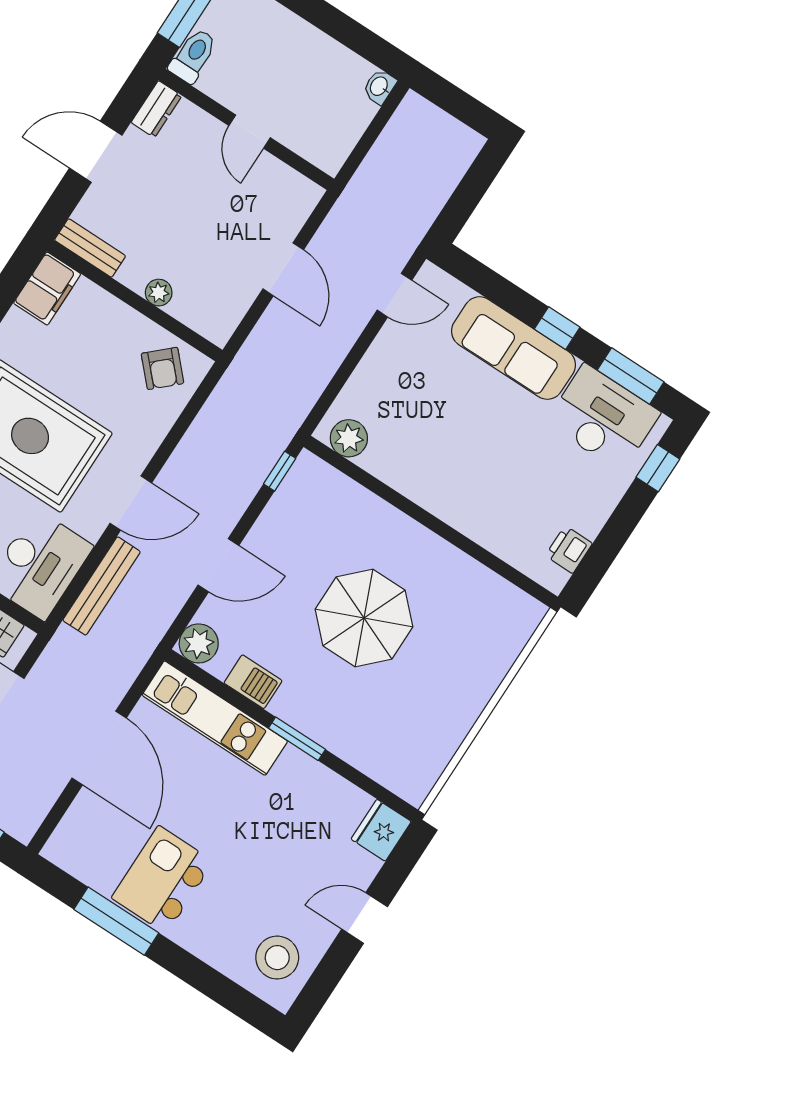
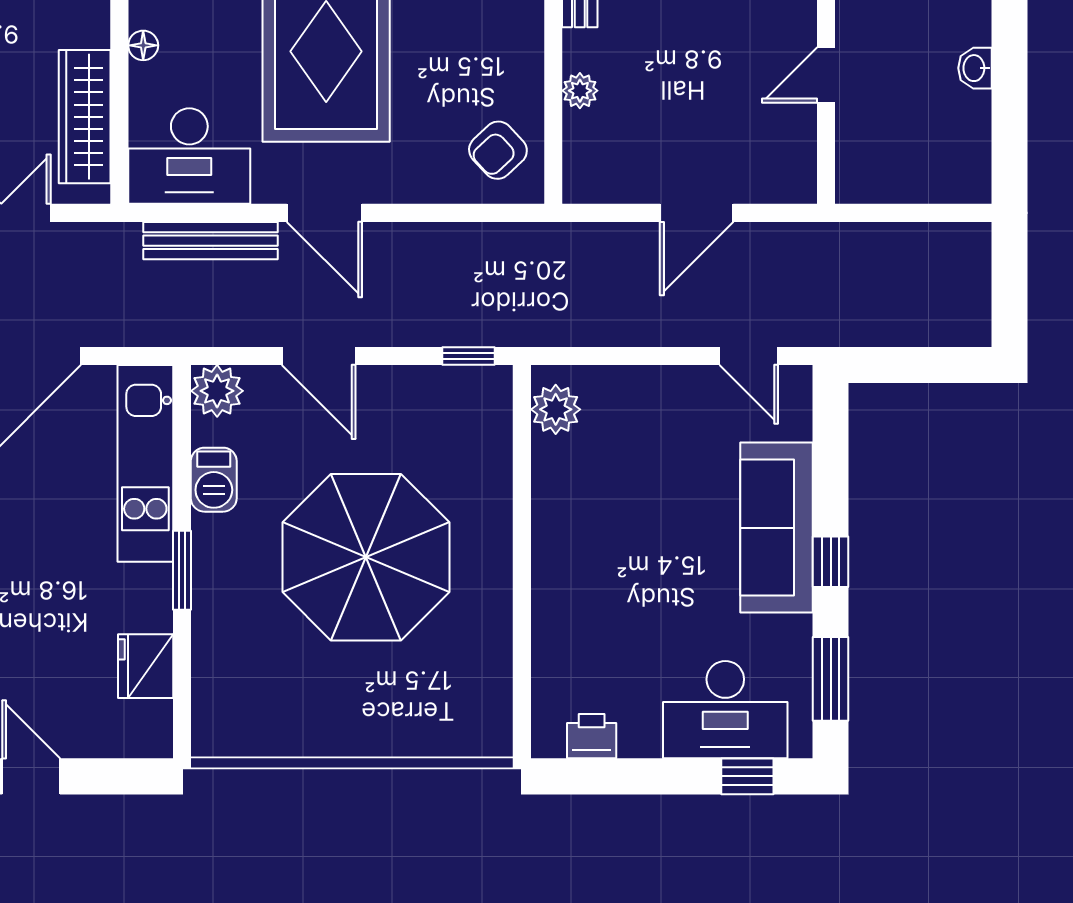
washbasin: (379, 87) -> (975, 68), moved, turned -90
desk: (603, 418) -> (725, 710), moved, turned 90
parasol: (364, 618) -> (366, 557), width x1.36, depth x1.36
fridge: (381, 830) -> (146, 666), moved, turned -90

